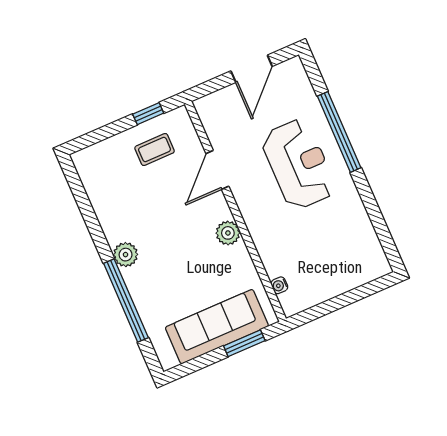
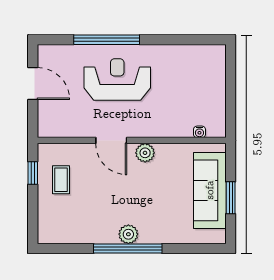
door: (217, 170) -> (111, 140), moved
window: (126, 301) -> (128, 249), moved
window: (244, 343) -> (231, 198), moved

